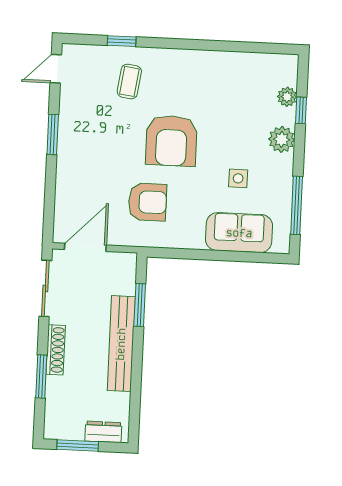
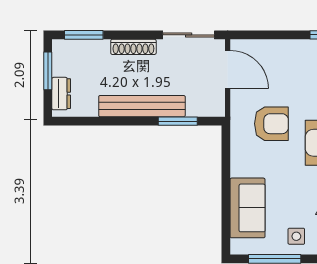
side table: (238, 178) -> (296, 236), moved
armchair: (147, 202) -> (271, 124), turned -90
window: (41, 377) -> (84, 35), moved

